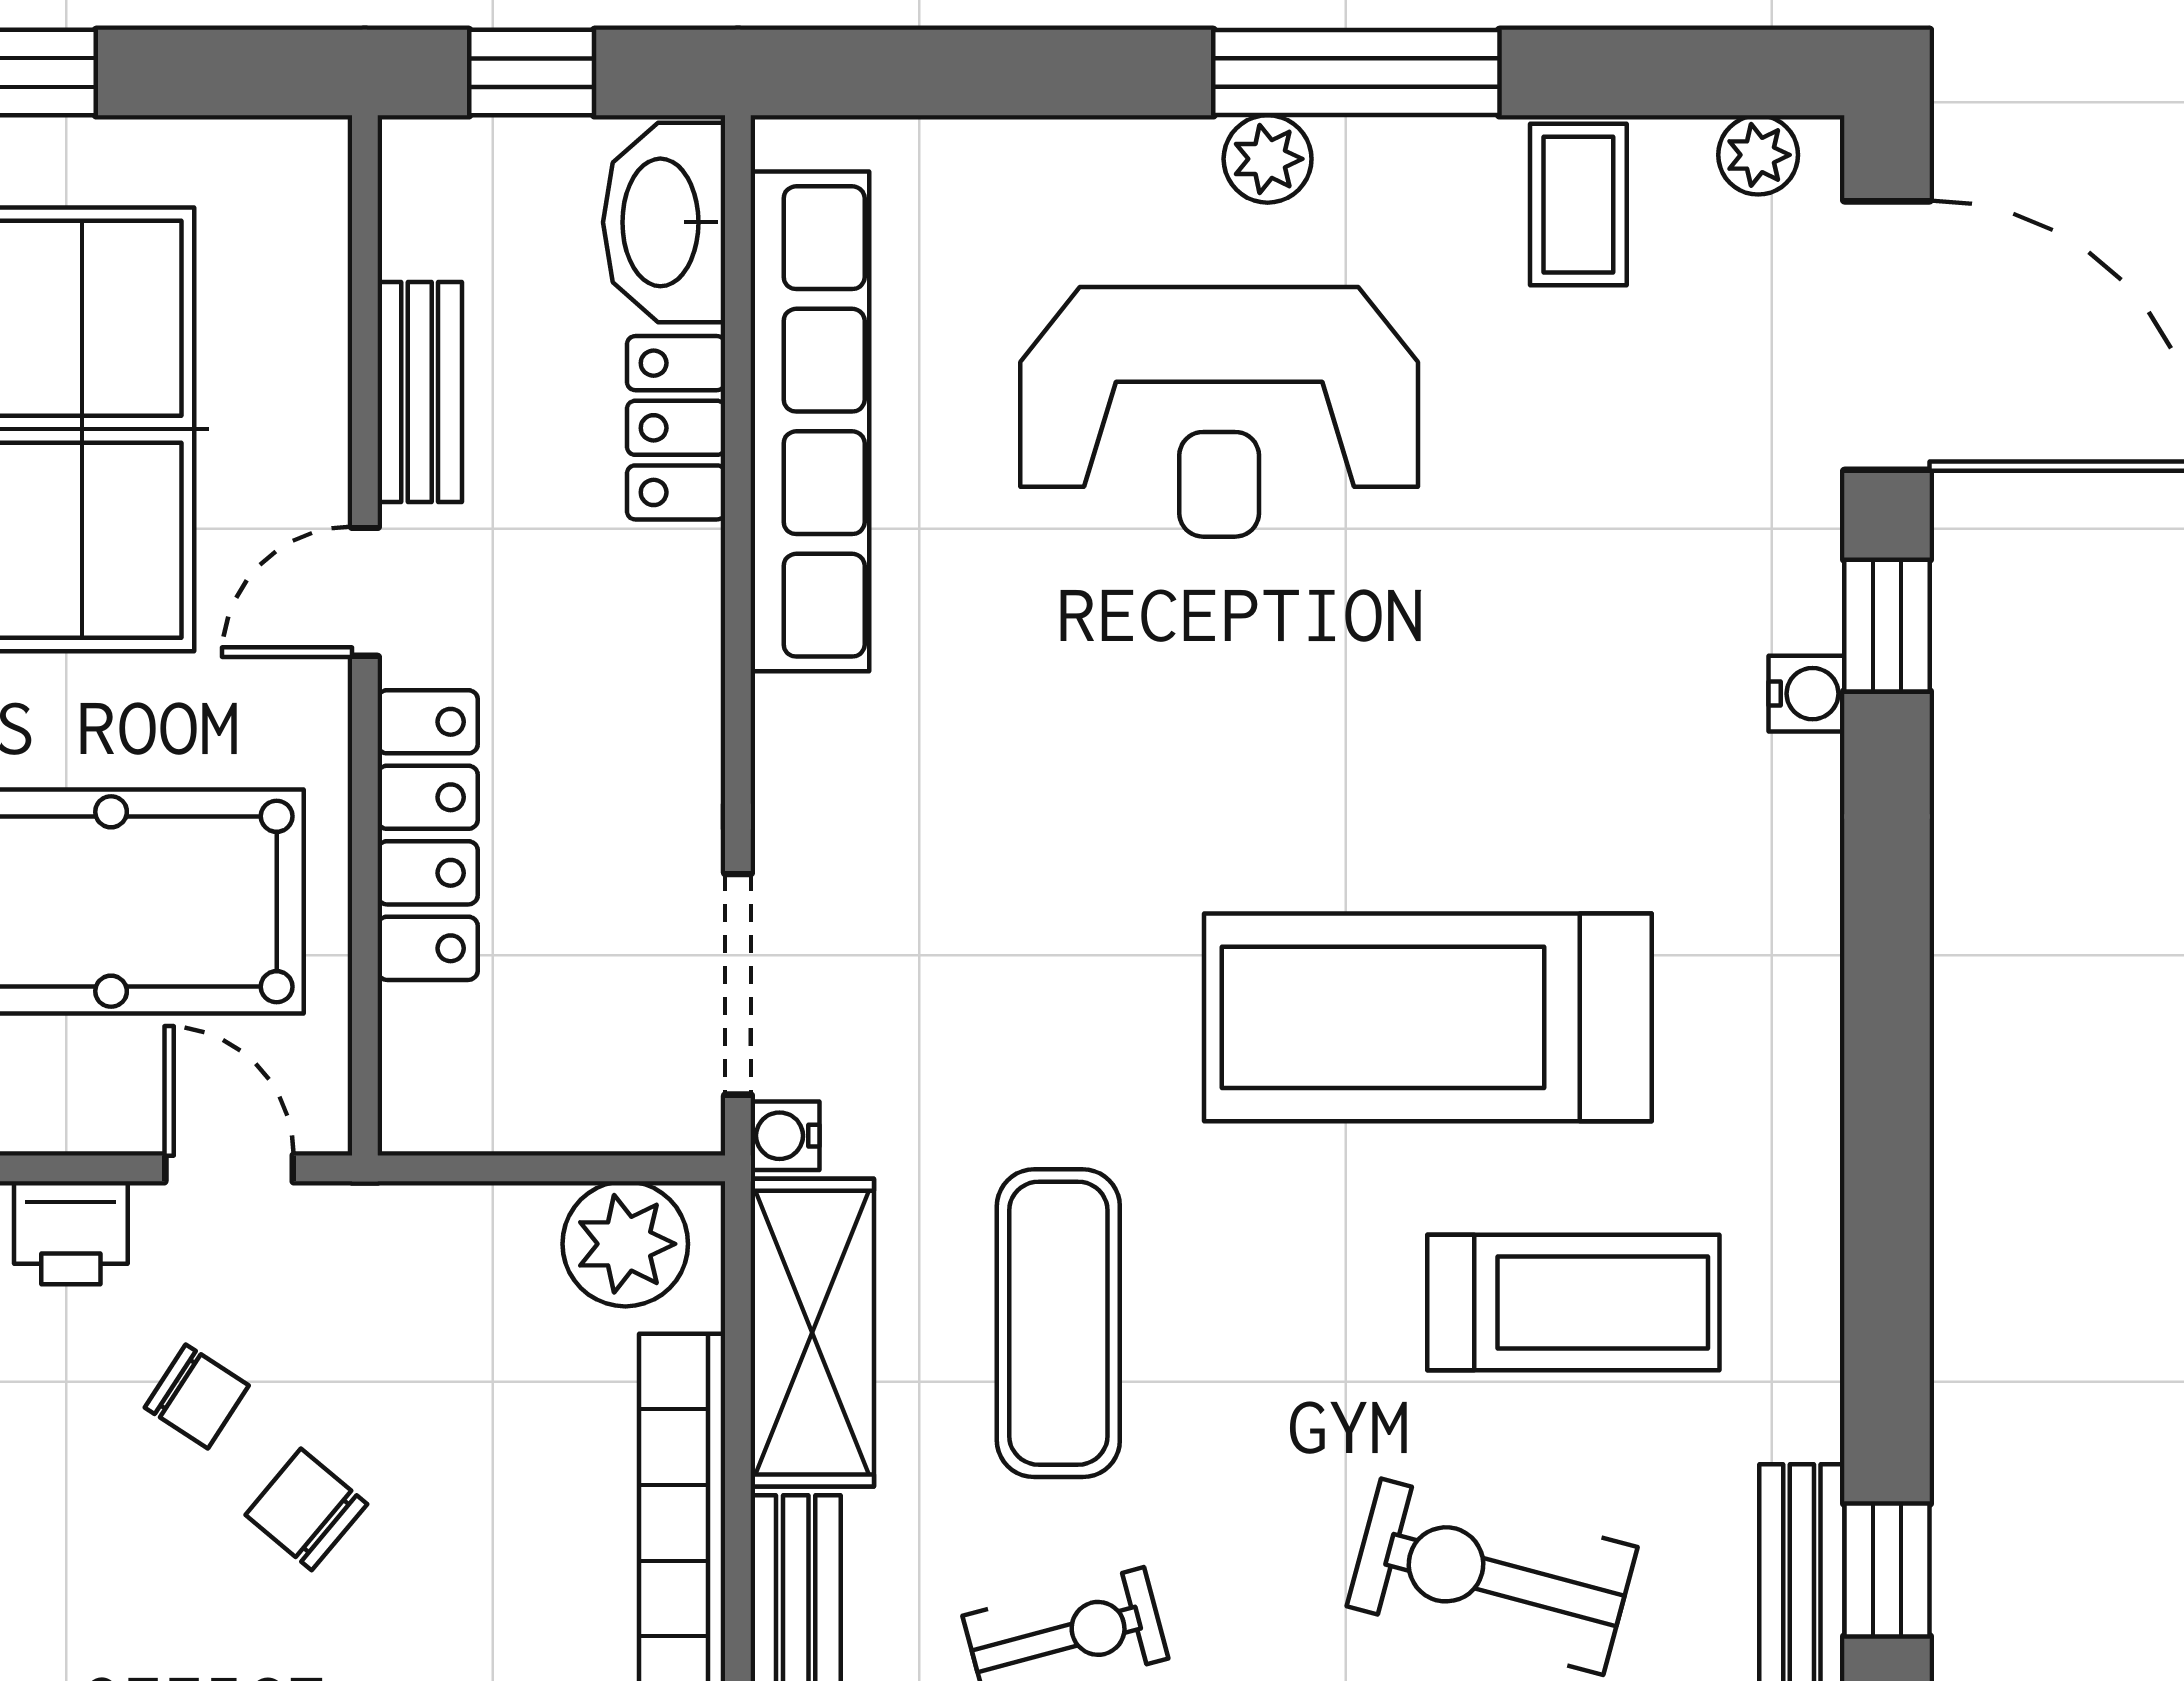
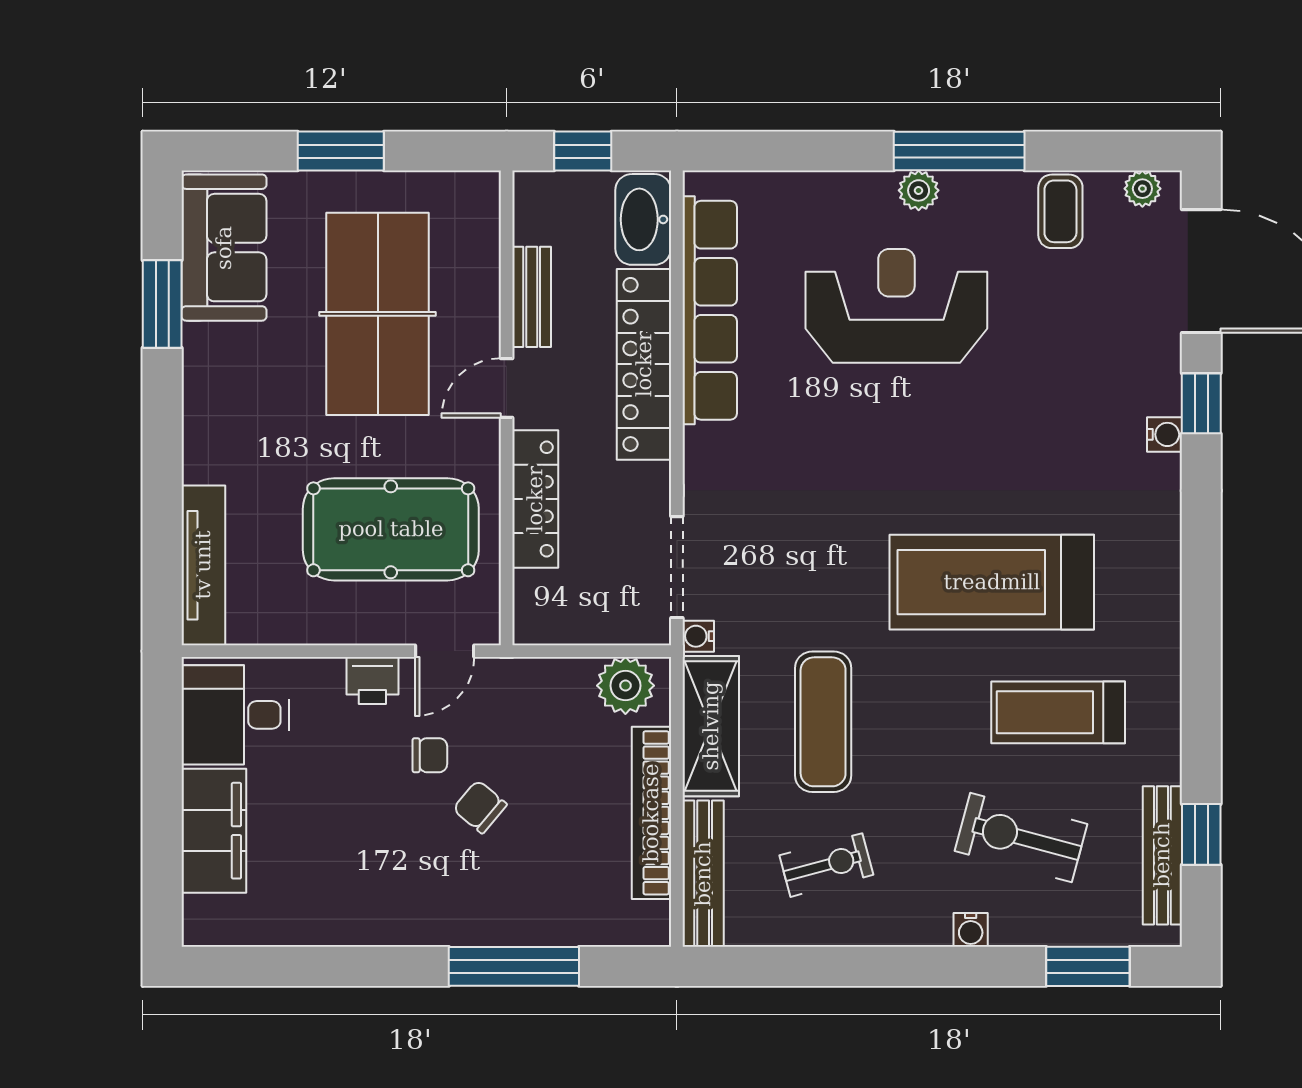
reception desk: (1219, 412) -> (896, 306), turned 180
locker: (676, 428) -> (644, 364), width x2.16, depth x1.21
door: (229, 1168) -> (445, 651), swing flipped
treadmill: (1573, 1302) -> (1058, 712), turned 180
chair: (197, 1396) -> (430, 755), turned -33

